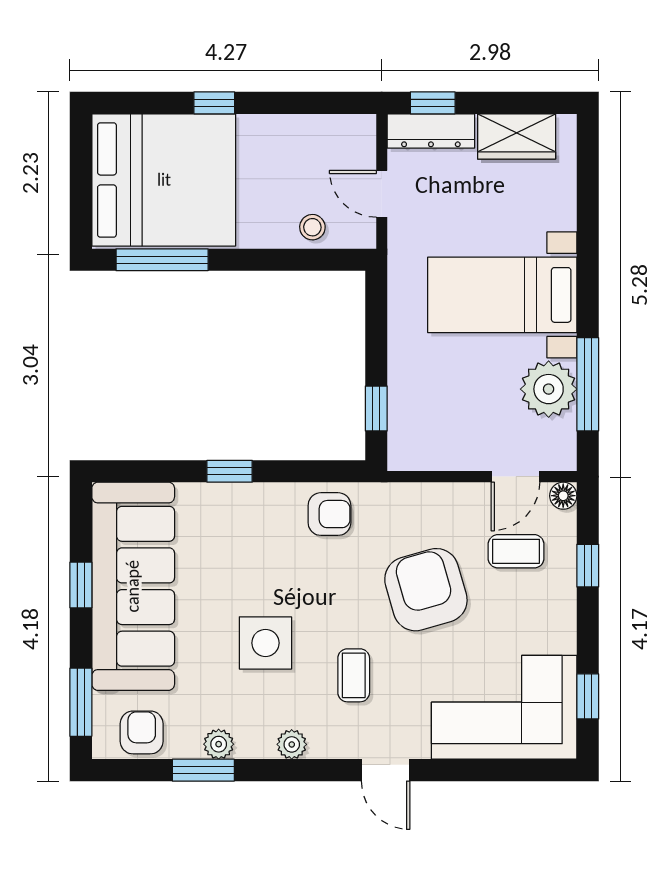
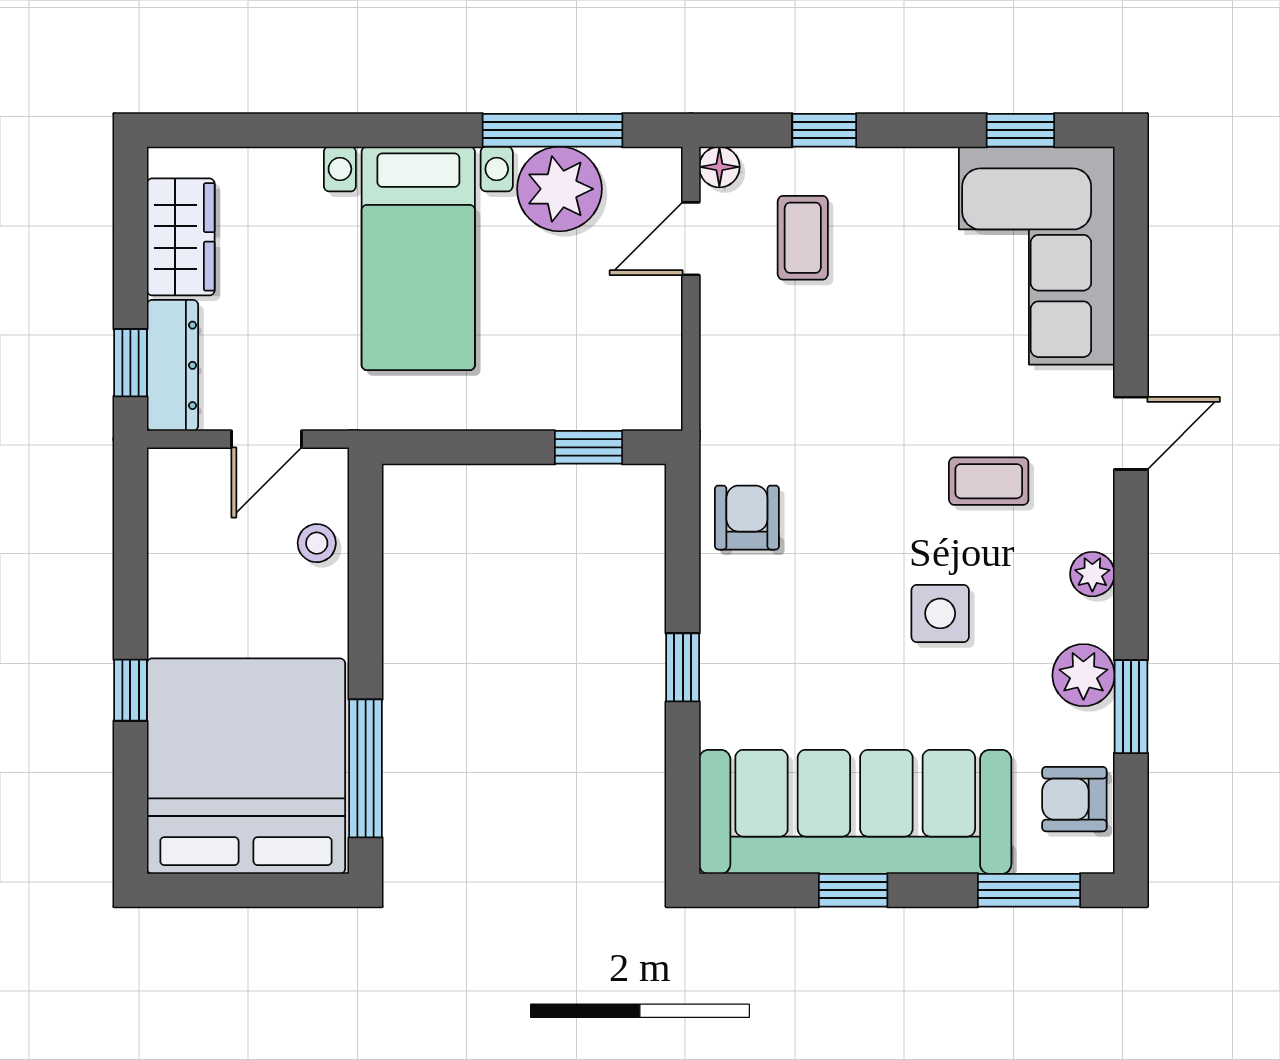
door: (515, 477) -> (691, 239), swing flipped
armchair: (426, 590) -> (860, 373), removed
side table: (265, 643) -> (940, 613), width x0.73, depth x0.73
plant: (219, 744) -> (1083, 675), width x1.38, depth x1.38

